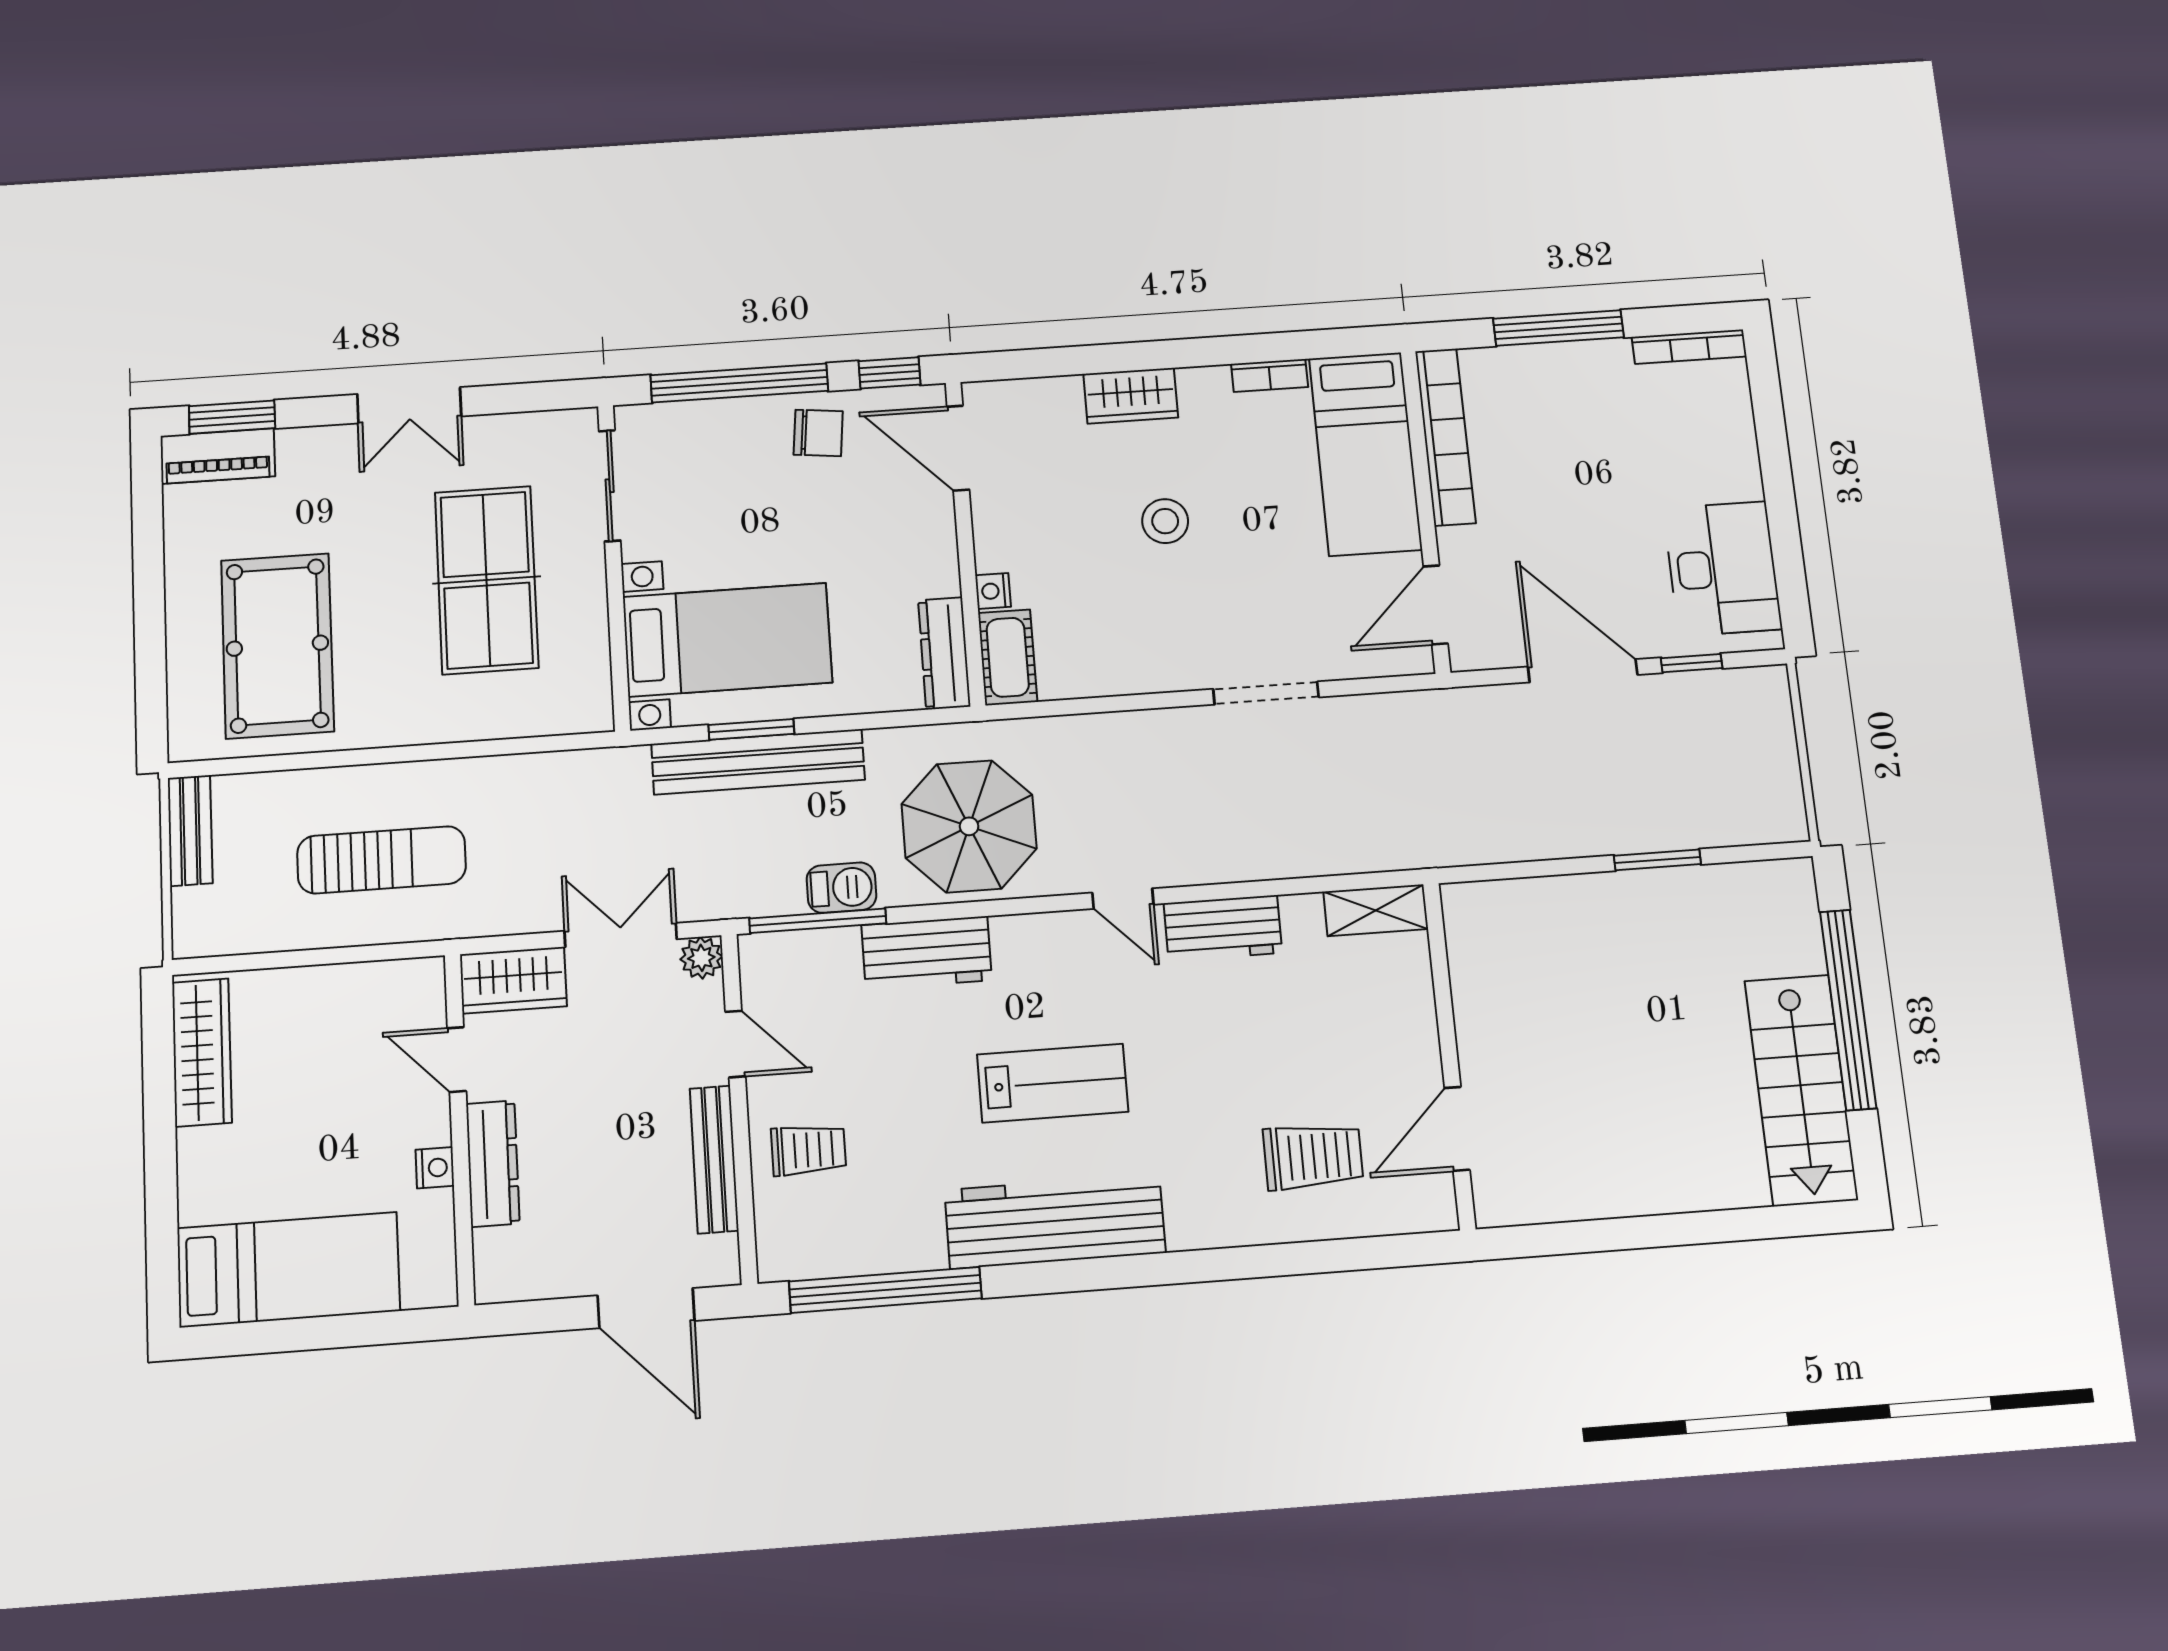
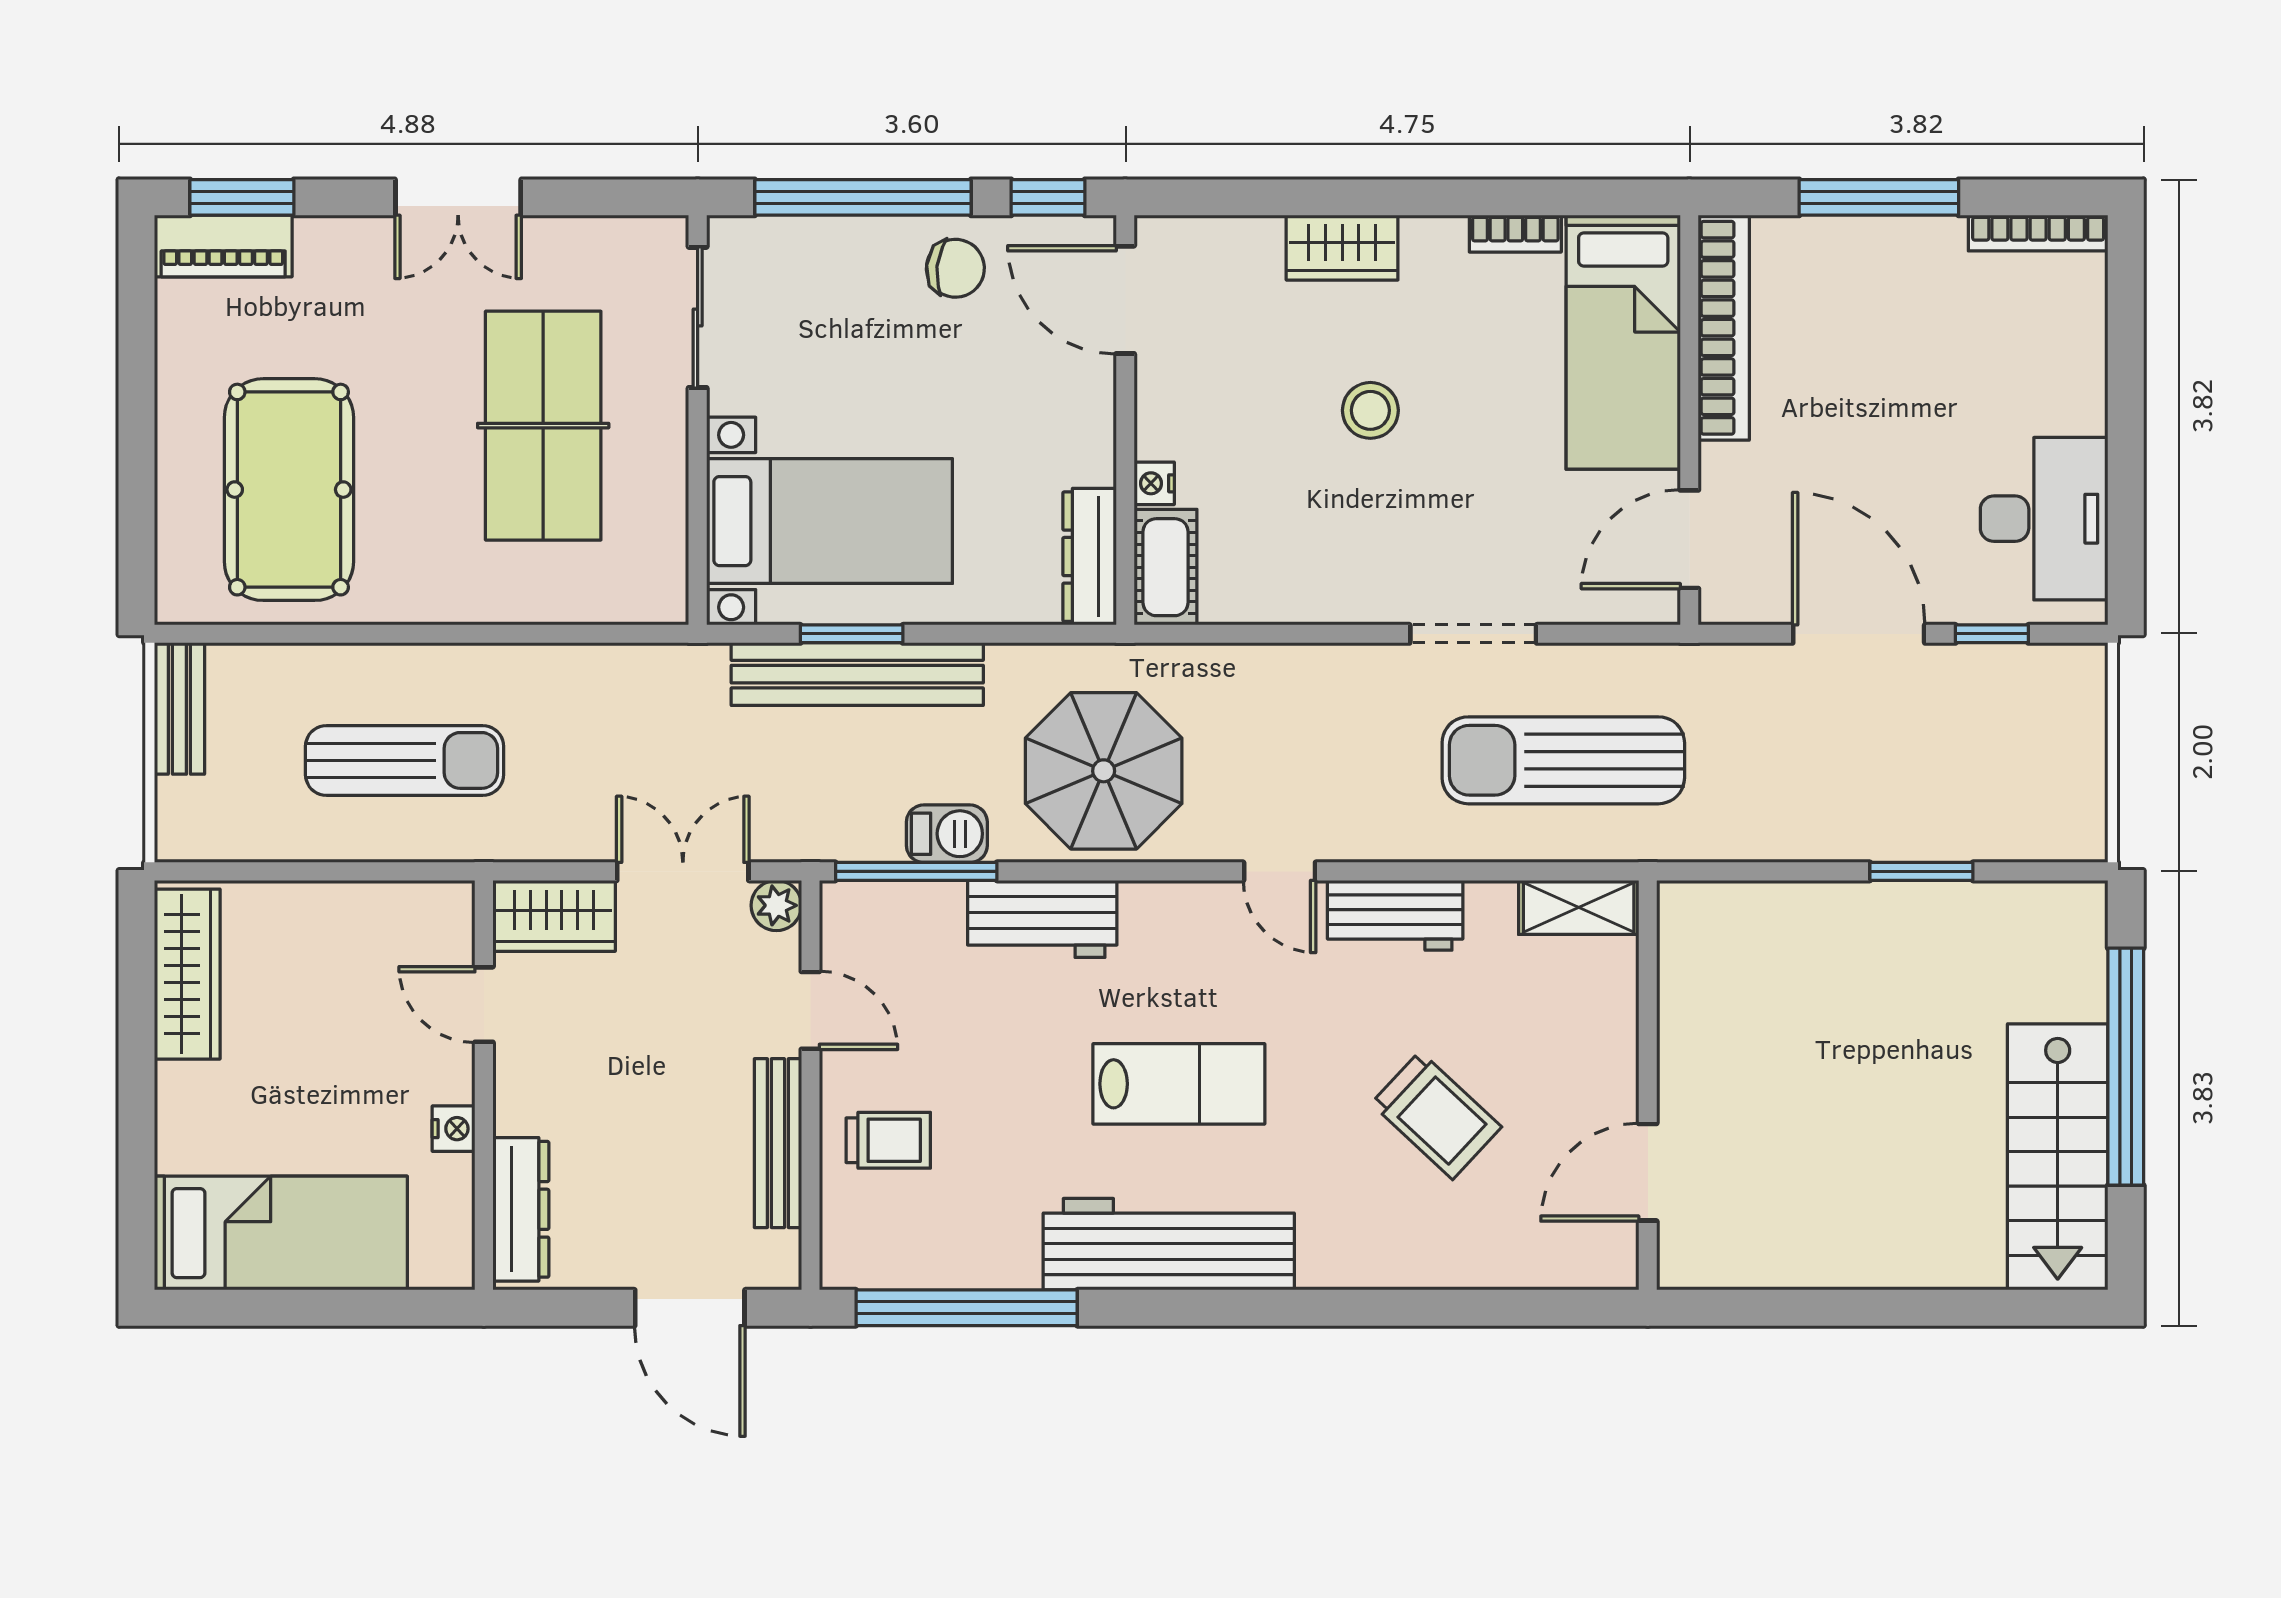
sun lounger: (1351, 790) -> (1563, 760), added
trolley: (1313, 1156) -> (1436, 1115), moved, turned 43
dresser: (493, 1164) -> (521, 1209), moved

